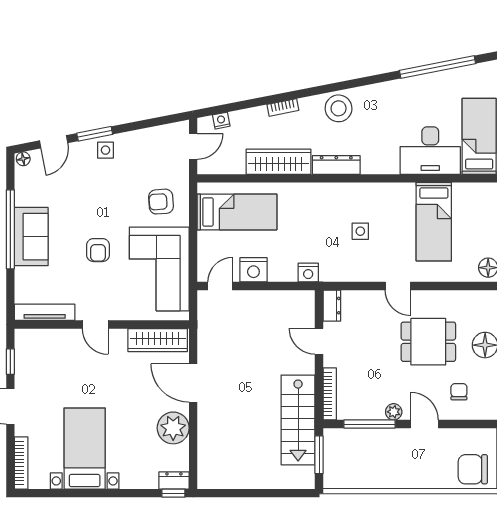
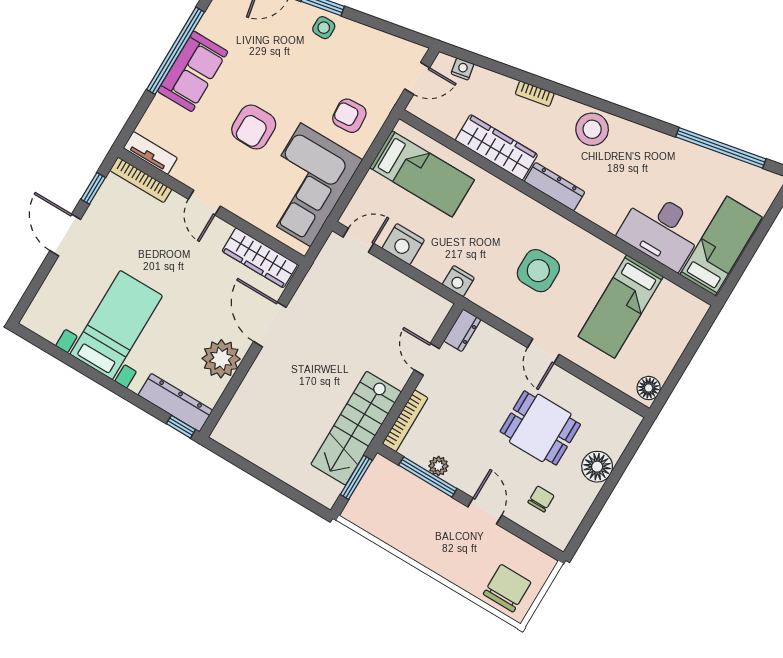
side table: (360, 231) -> (538, 271), width x1.87, depth x1.87
armchair: (98, 250) -> (254, 127), width x1.38, depth x1.38
tv unit: (45, 312) -> (150, 153), width x0.71
plant: (394, 412) -> (438, 466), moved
bookcase: (21, 463) -> (141, 180), moved, turned 90
chair: (473, 469) -> (507, 588), turned 90
dresser: (174, 481) -> (175, 403), width x1.96, depth x1.24

